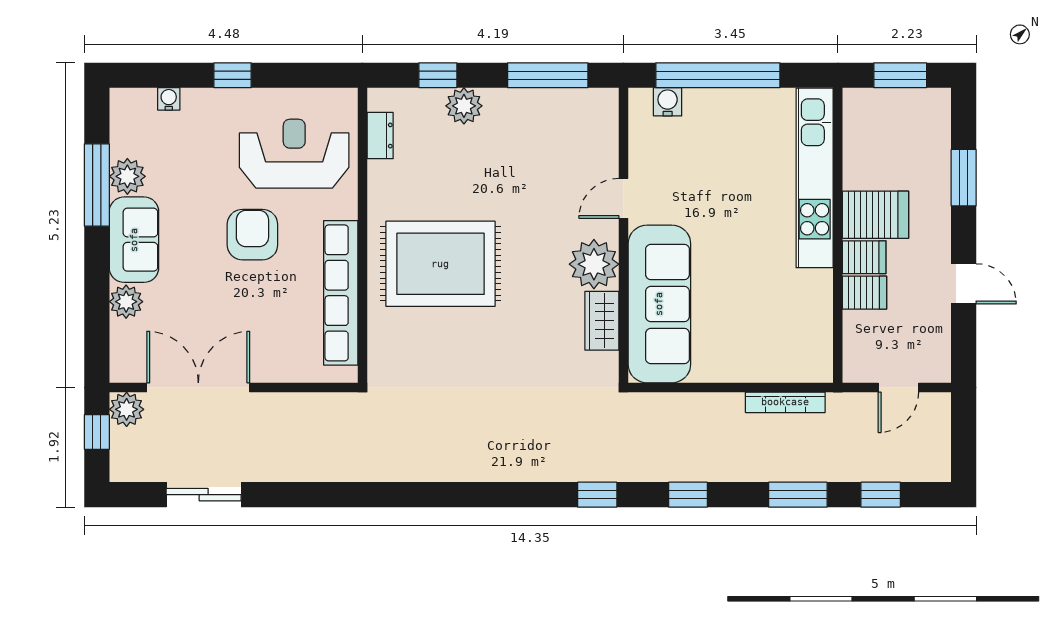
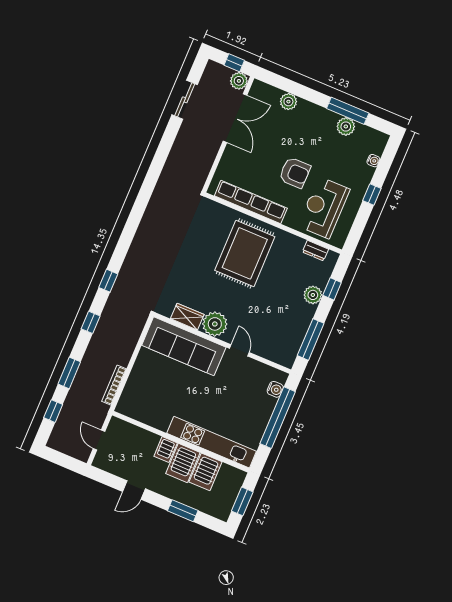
reception desk: (294, 154) -> (324, 208), turned 180
sofa: (134, 240) -> (315, 117), removed
server rack: (865, 293) -> (206, 472), moved, width x1.36, depth x1.44

